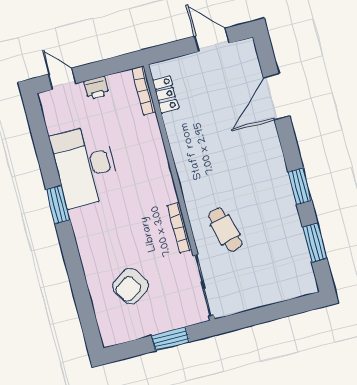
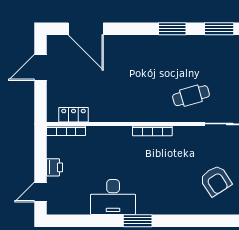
door: (277, 97) -> (86, 29), moved
desk: (85, 166) -> (113, 197), width x0.73, depth x0.77
bookcase: (180, 228) -> (152, 131), moved

